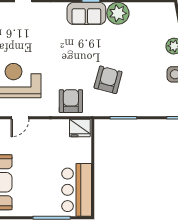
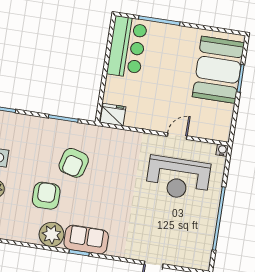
armchair: (71, 101) -> (46, 196), moved, turned 180

